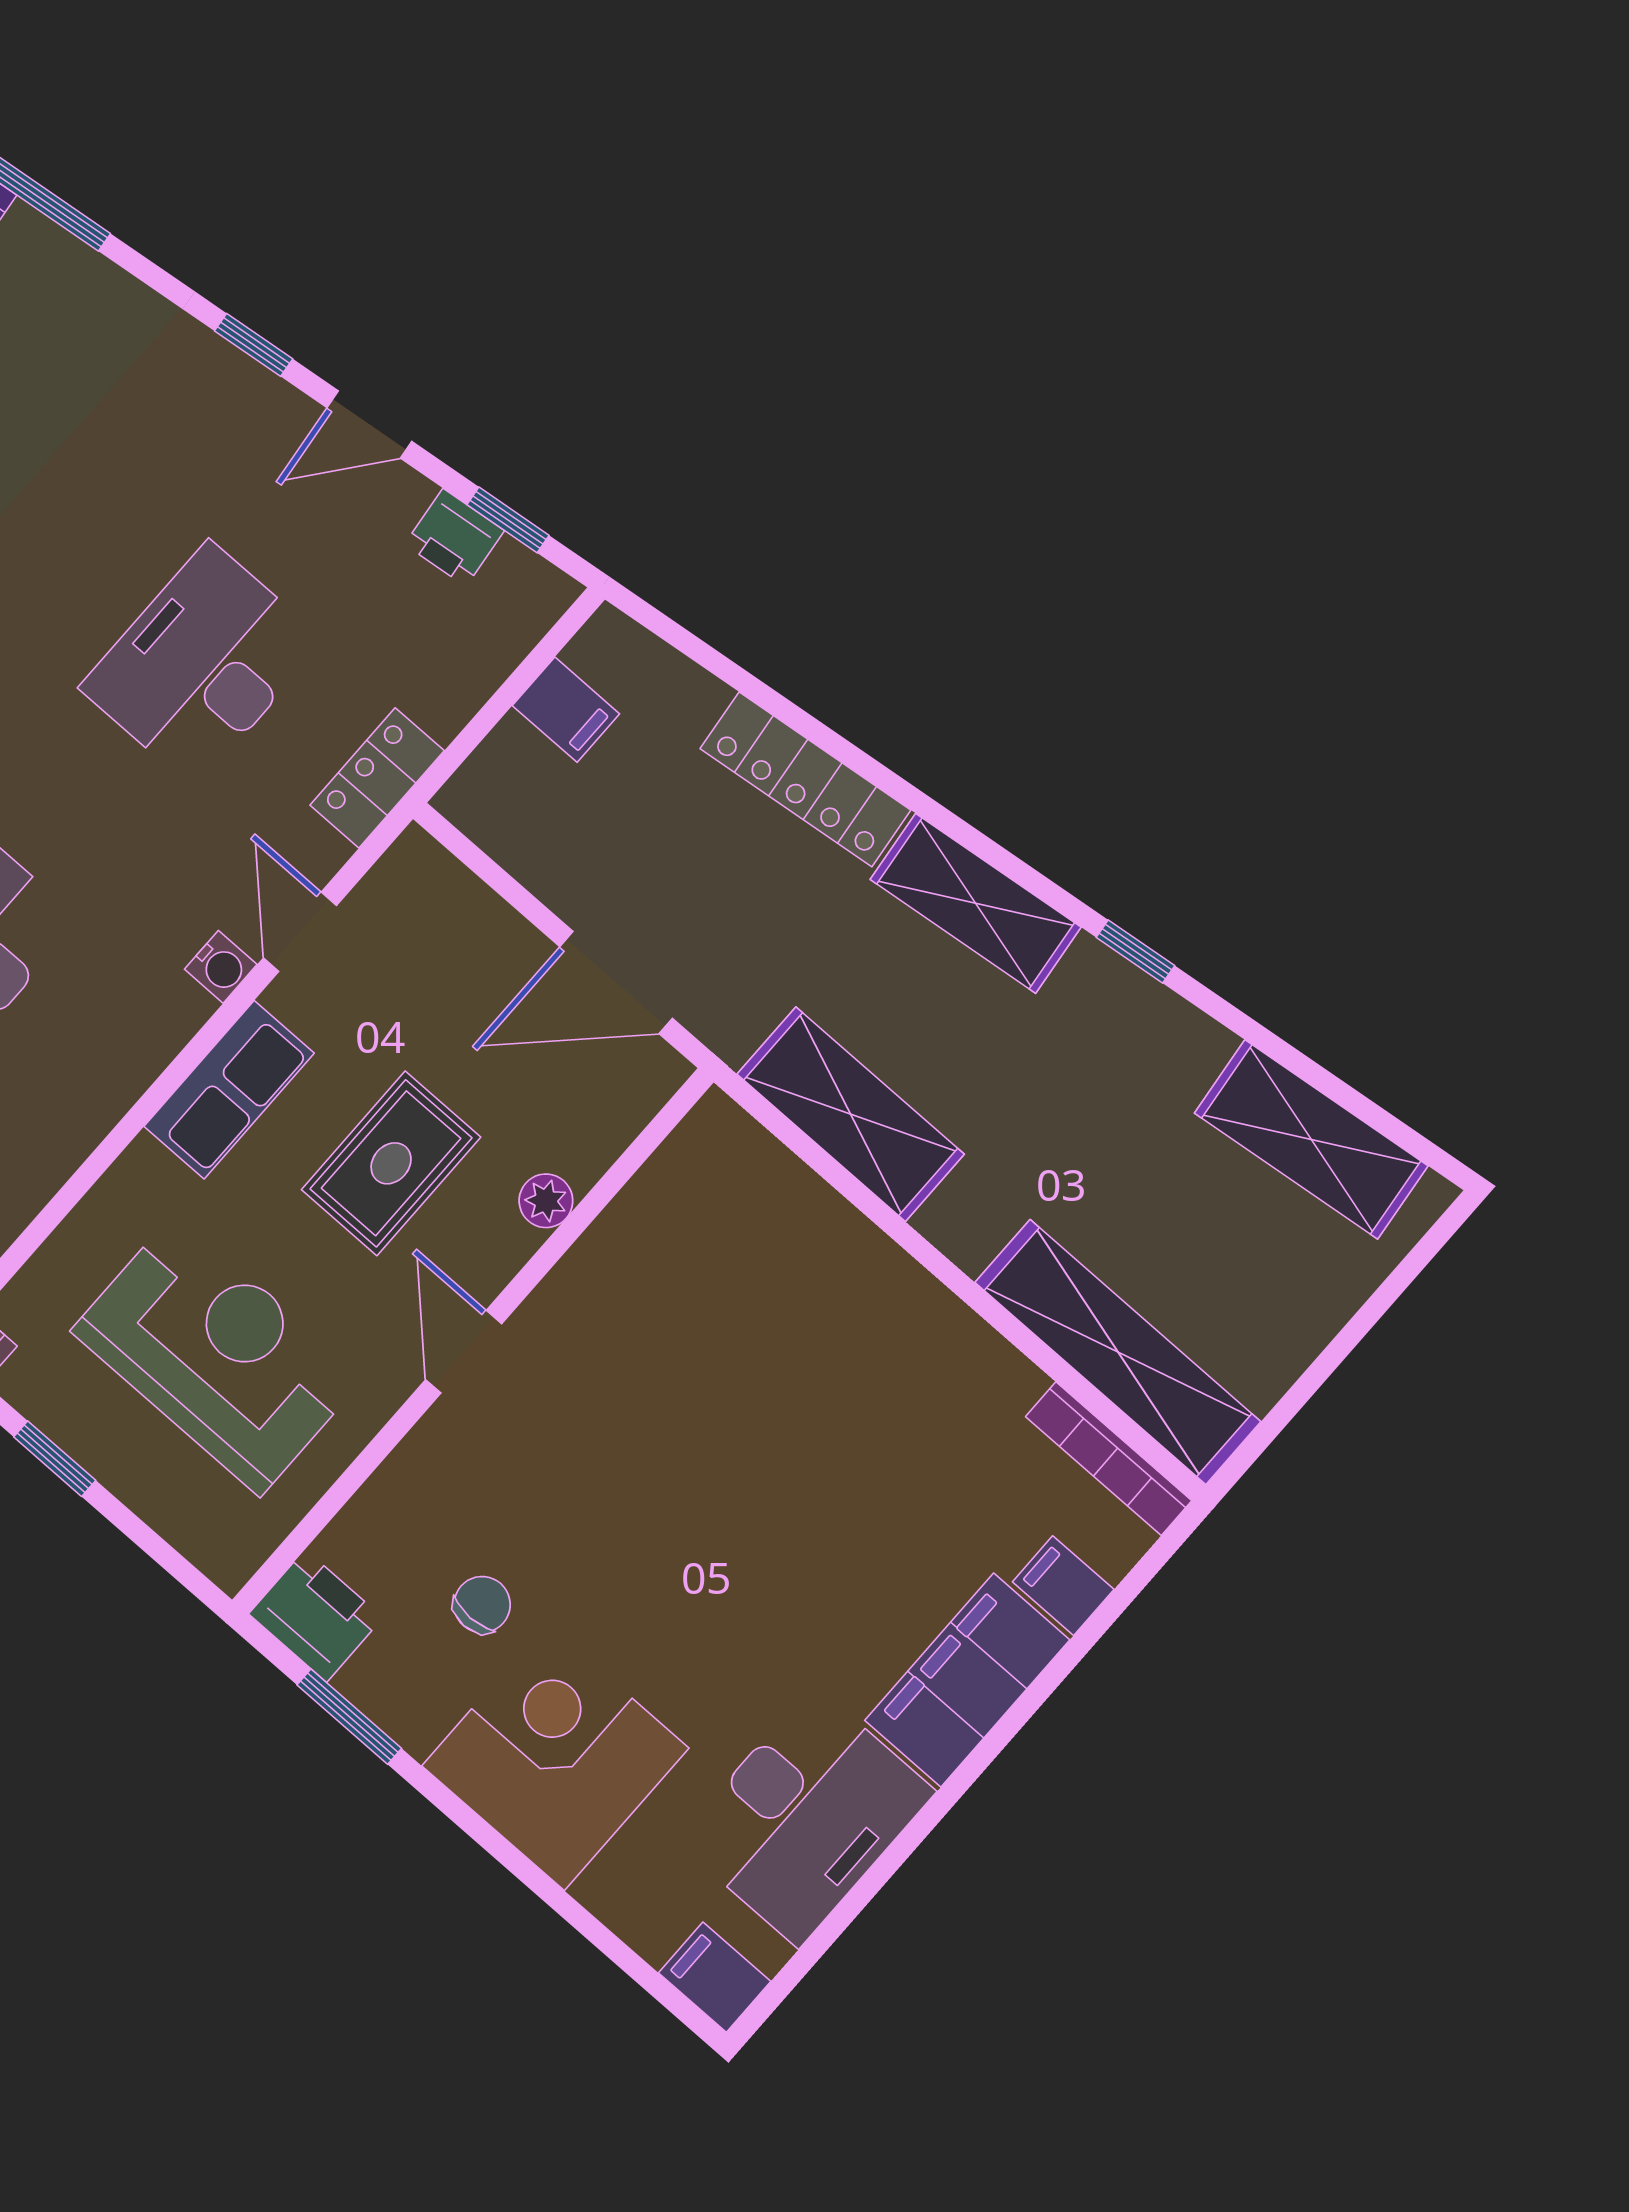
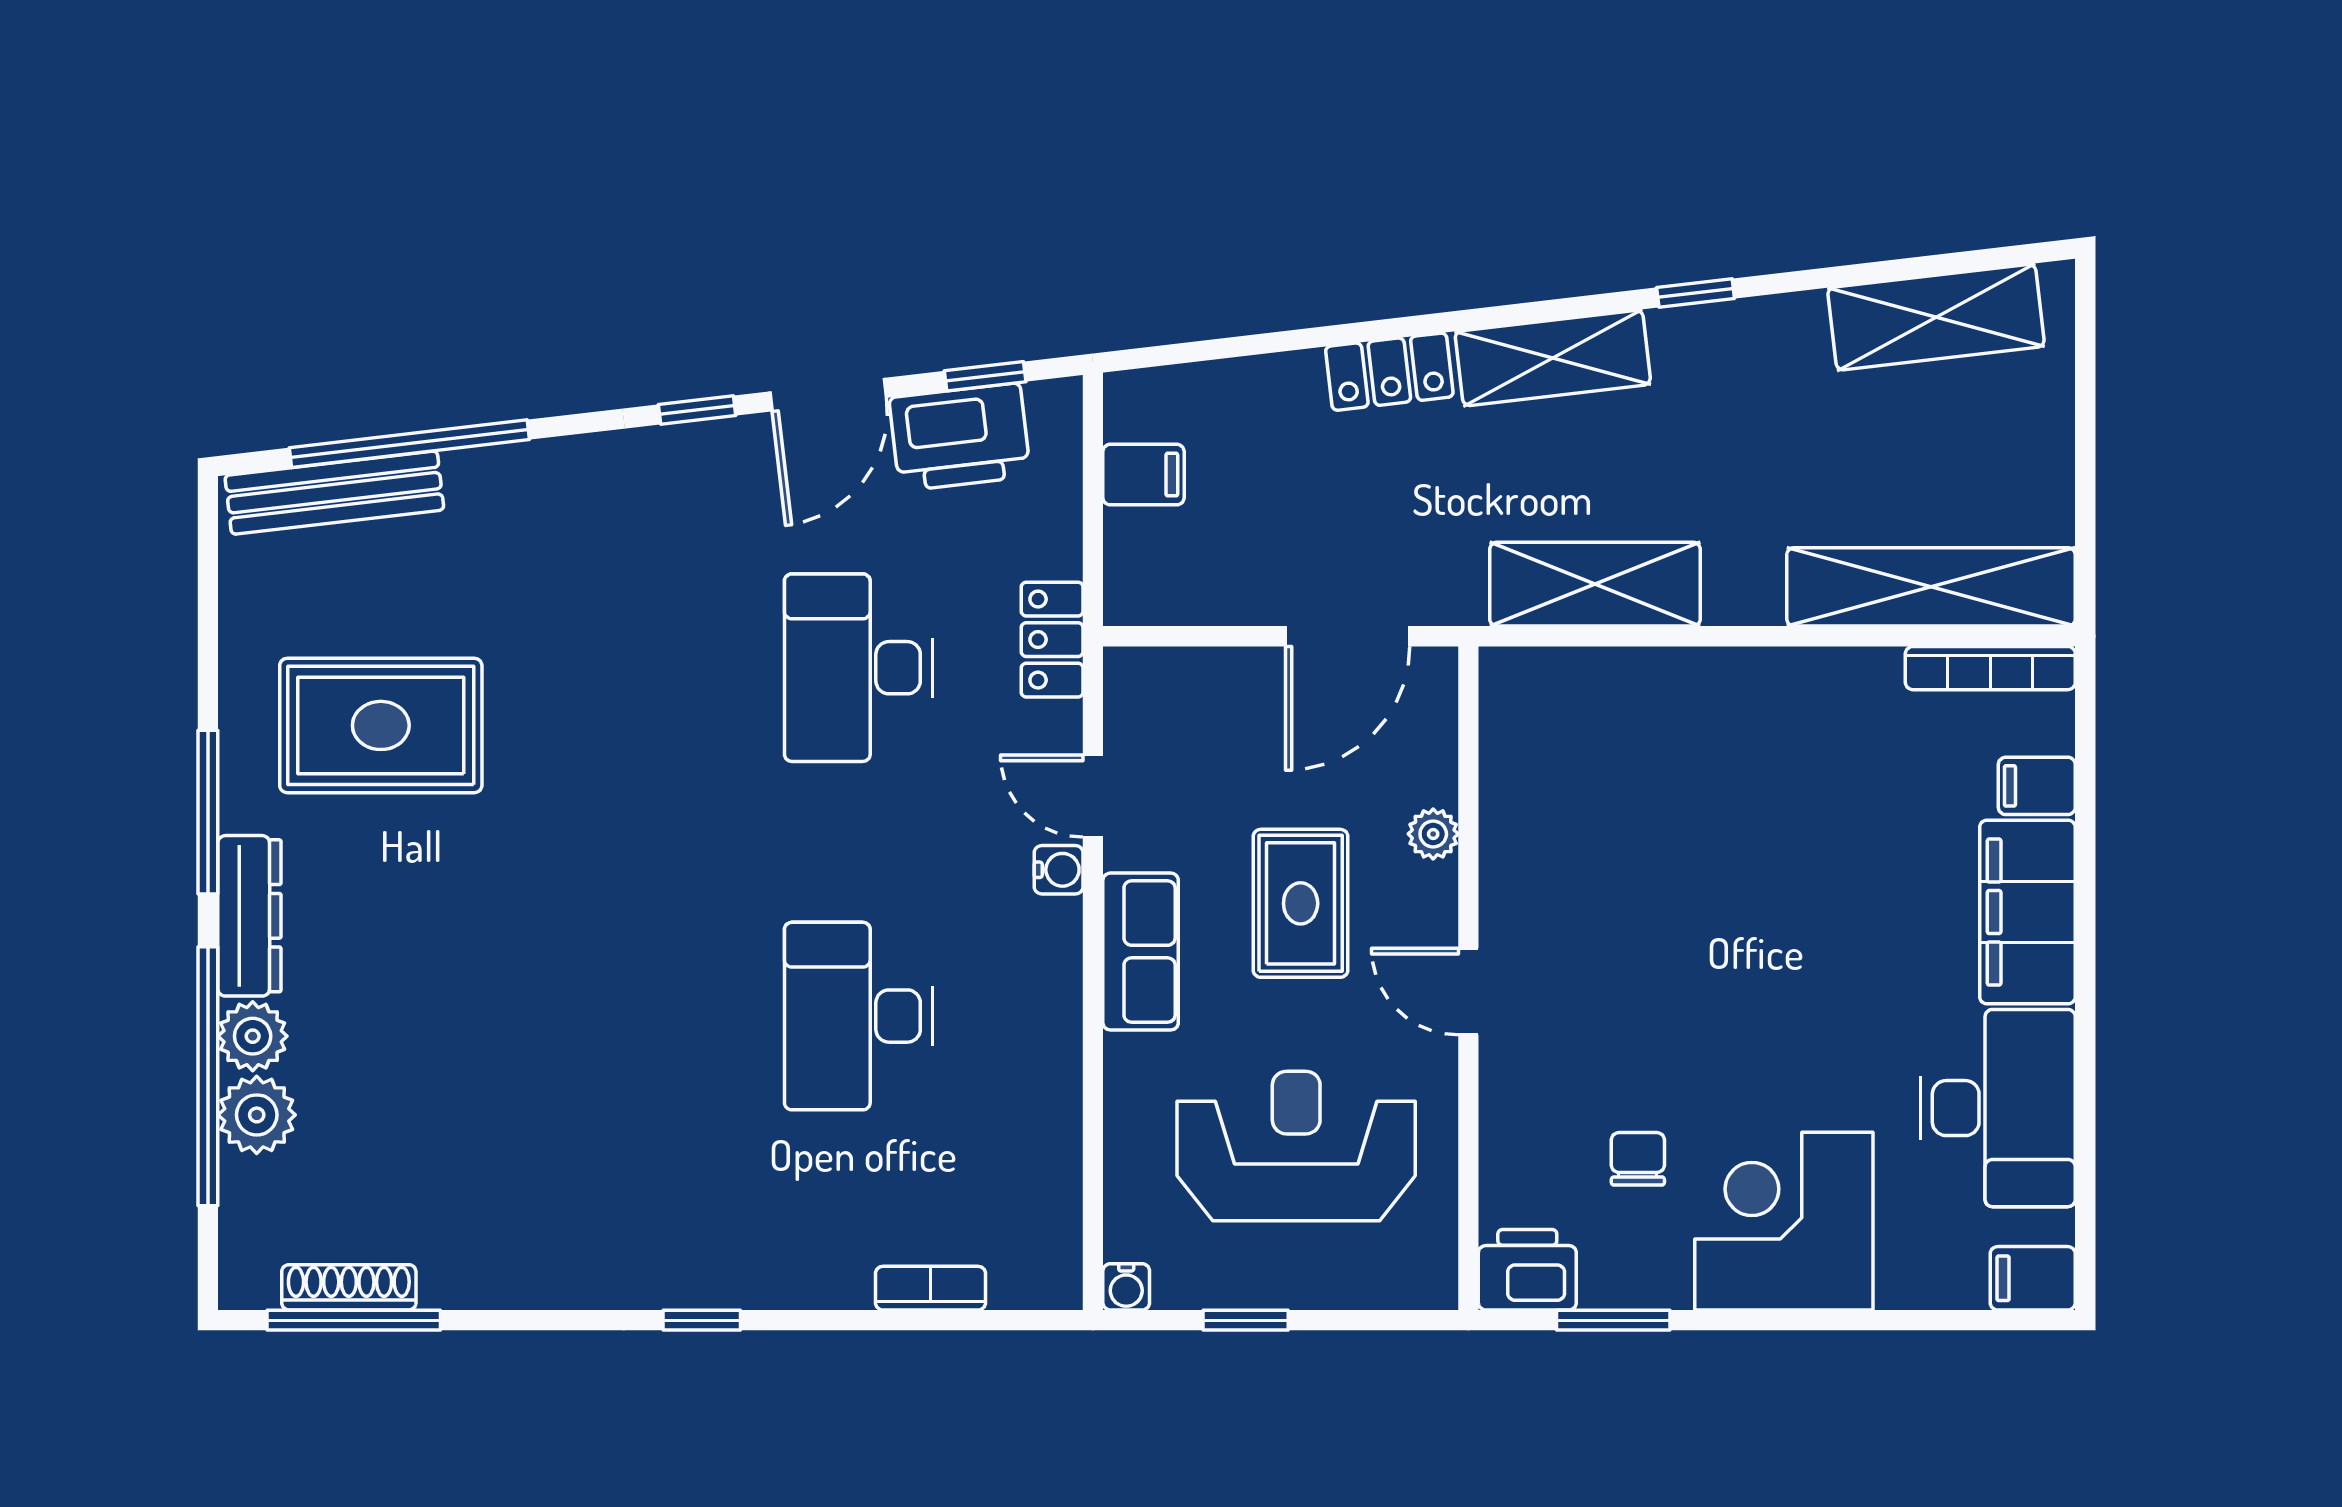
door: (369, 425) -> (828, 395), width x1.38
printer: (454, 537) -> (960, 437), width x1.87, depth x1.48
locker: (805, 779) -> (1389, 372), width x0.66

